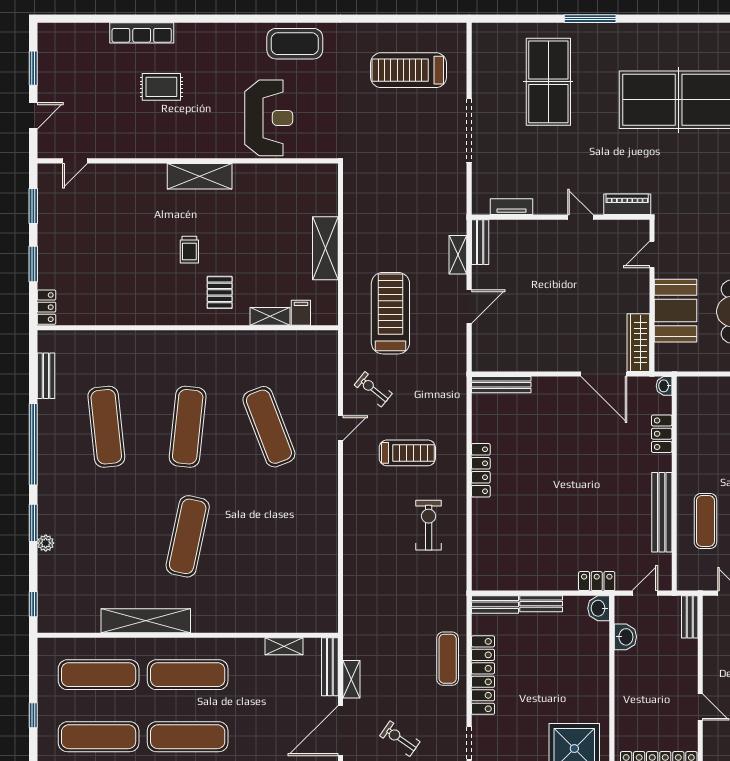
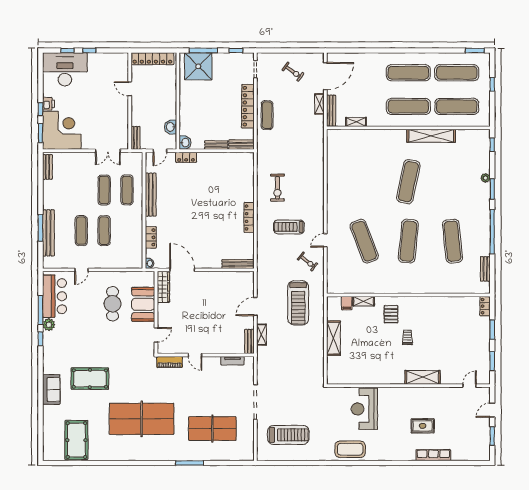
table tennis table: (548, 82) -> (212, 429), turned 90
shelving: (200, 176) -> (423, 377), moved

